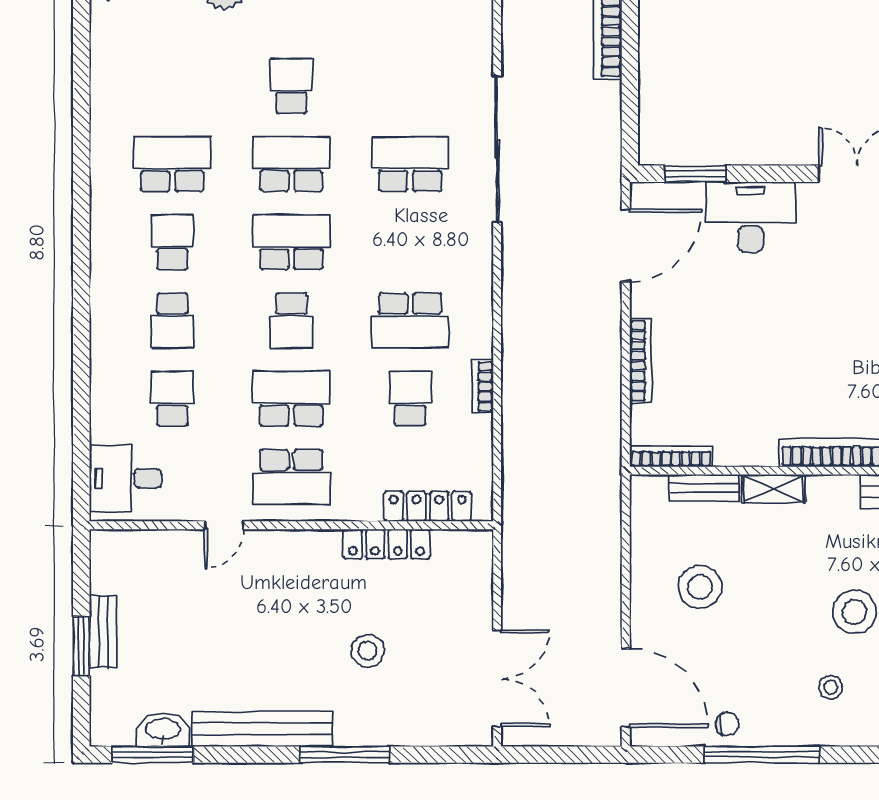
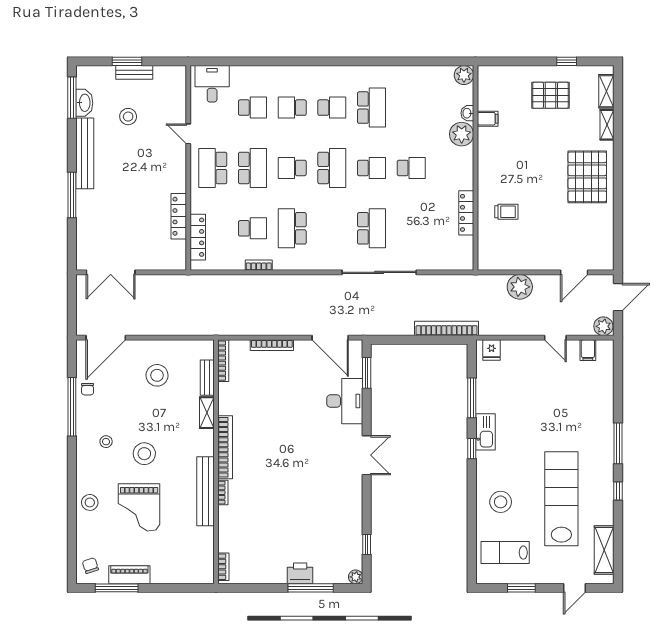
school desk: (291, 164) -> (372, 168), width x0.54
stool: (368, 651) -> (128, 117), moved

